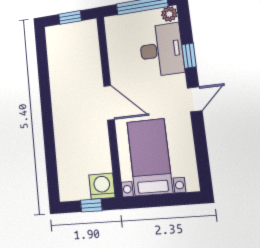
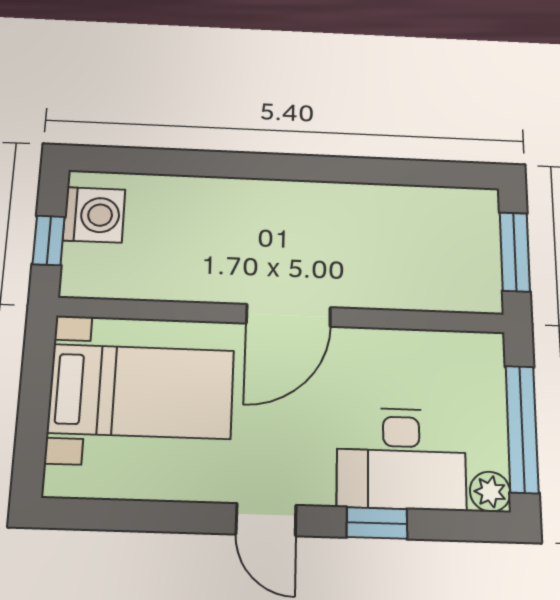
window: (70, 17) -> (515, 252), width x1.50
washing machine: (102, 186) -> (94, 215), moved

